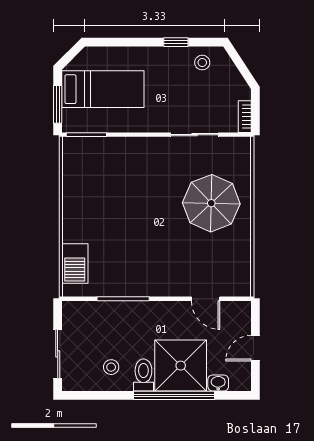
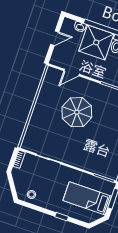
window: (176, 42) -> (62, 217), moved
parasol: (211, 203) -> (77, 112), moved
door: (206, 299) -> (72, 72), swing flipped

